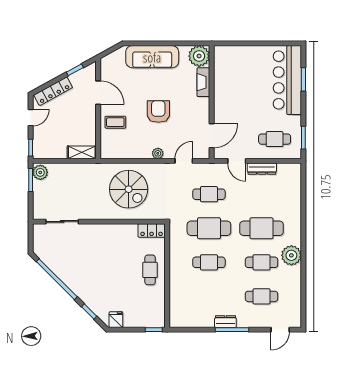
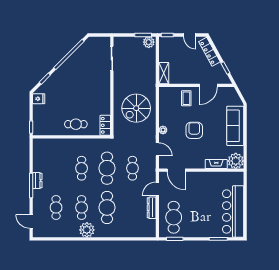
bar counter: (287, 80) -> (233, 212), moved, turned -90
armchair: (158, 112) -> (194, 130), turned -90
cafe table: (275, 139) -> (174, 217), width x1.37, depth x1.35

